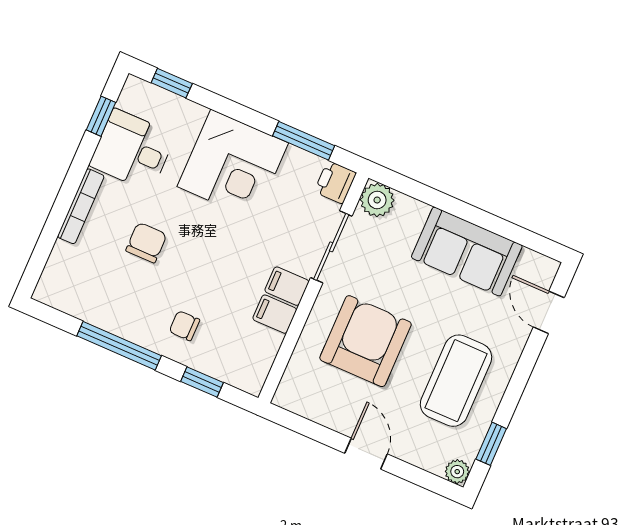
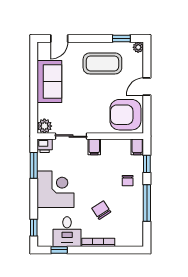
chair: (146, 243) -> (101, 210), turned 57
filing cabinet: (275, 314) -> (137, 147), moved
armchair: (365, 341) -> (125, 115), moved

